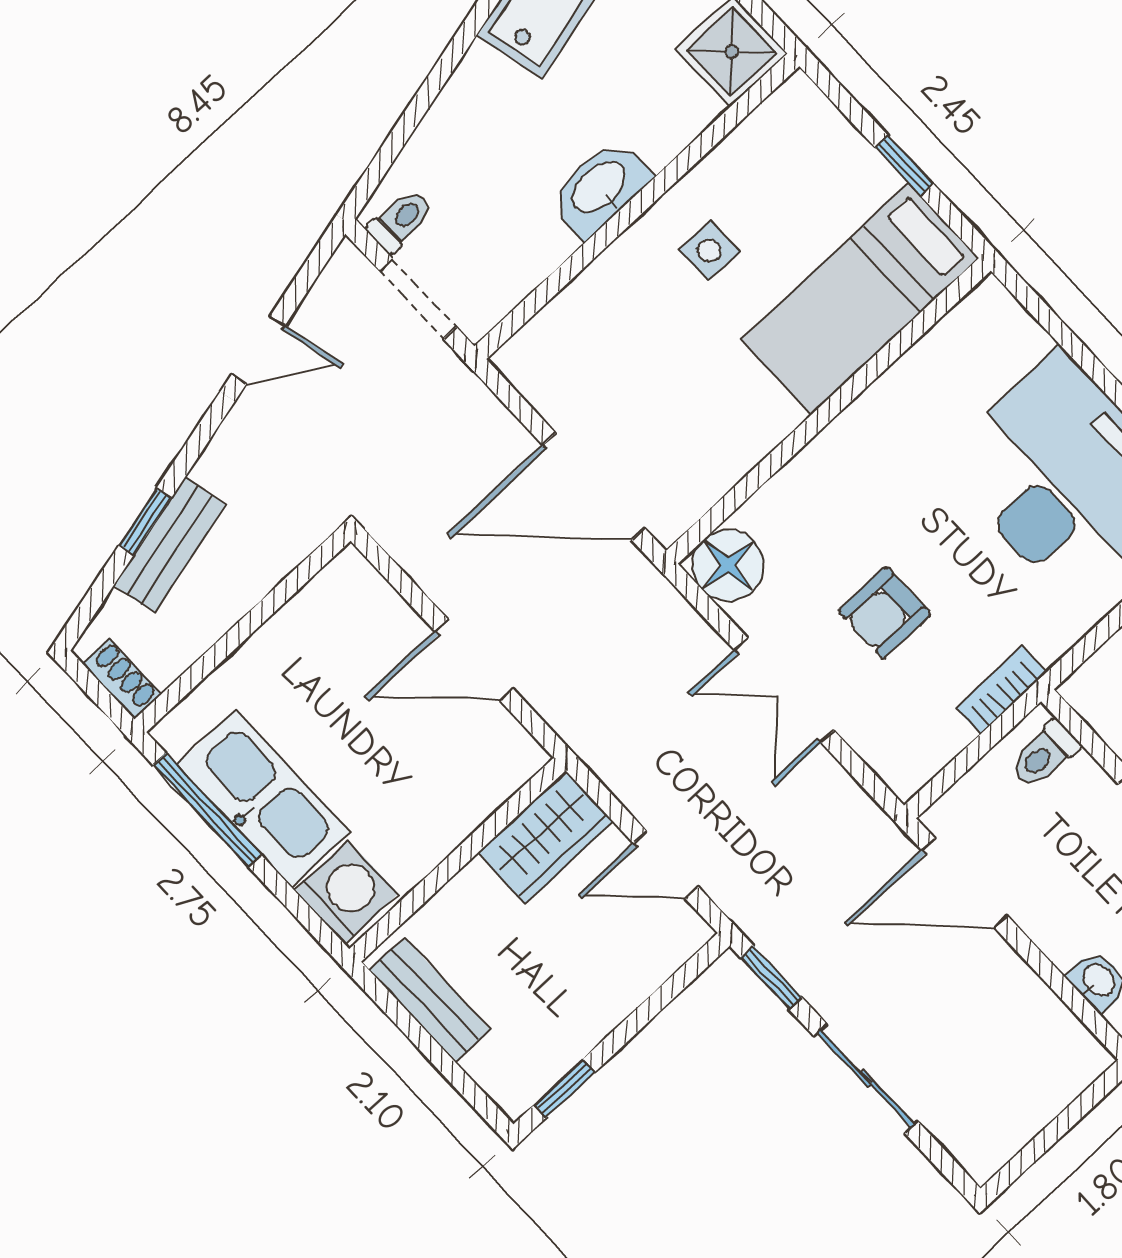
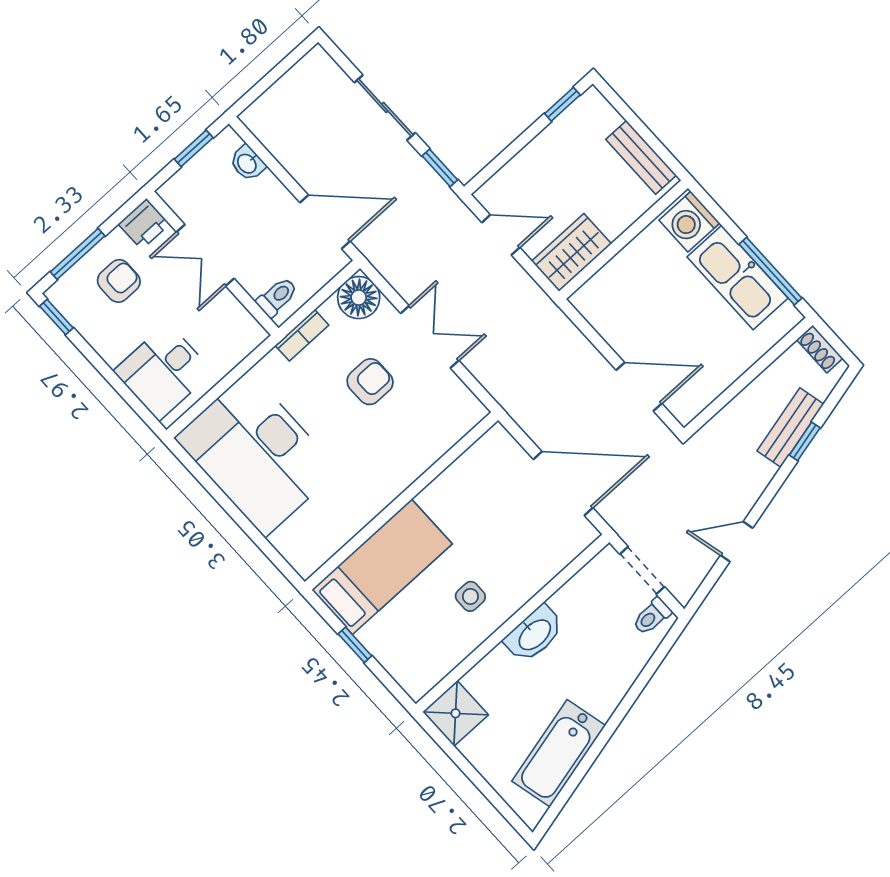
door: (594, 486) -> (563, 483), moved
floor lamp: (728, 565) -> (359, 298), moved
door: (474, 660) -> (639, 387), moved

